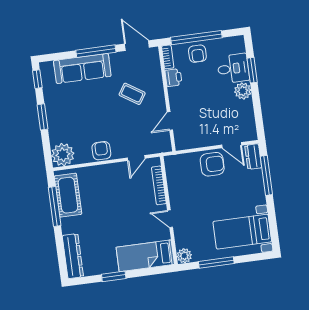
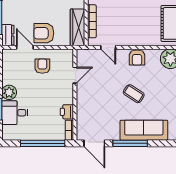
armchair: (197, 54) -> (42, 66), moved
coffee table: (132, 94) -> (134, 94), moved
door: (136, 158) -> (108, 47), swing flipped
wardrobe: (174, 176) -> (78, 27), added

